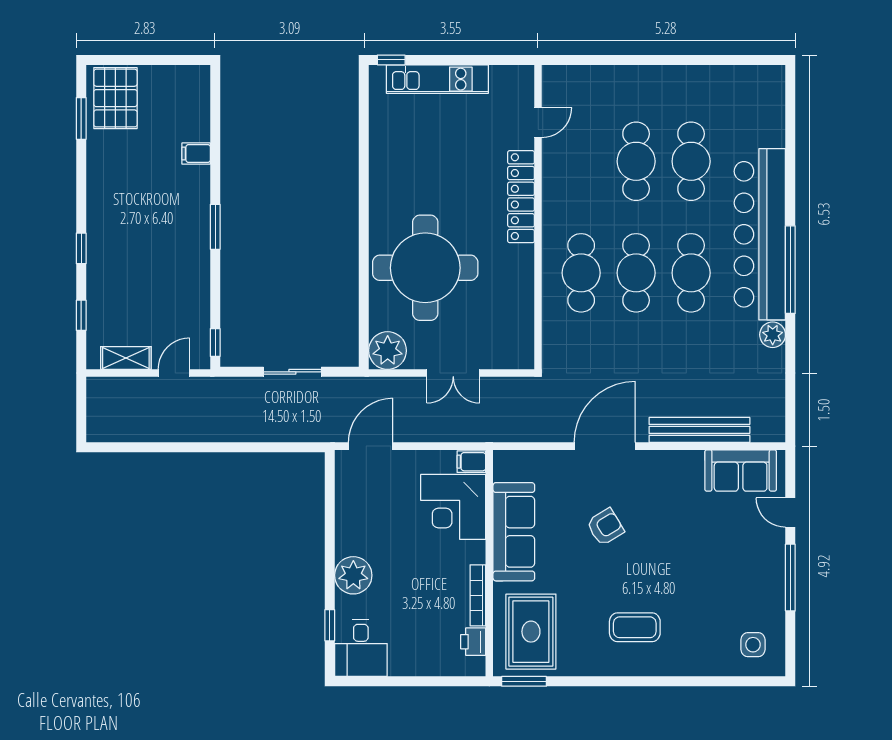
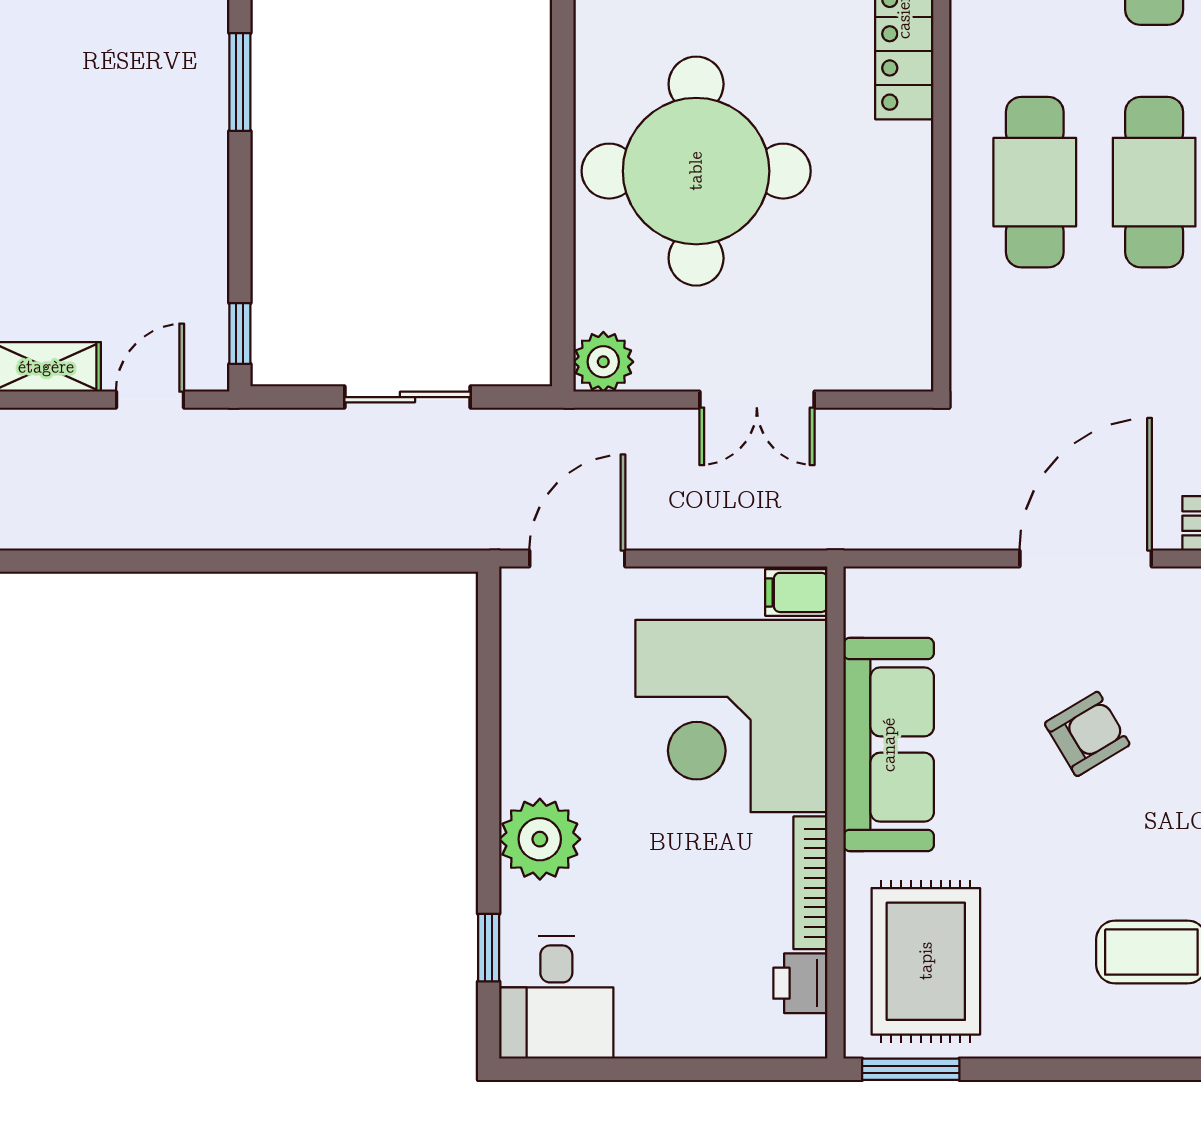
plant: (388, 351) -> (603, 362), width x0.73, depth x0.73
corner desk: (453, 507) -> (731, 716), width x1.36, depth x1.36

